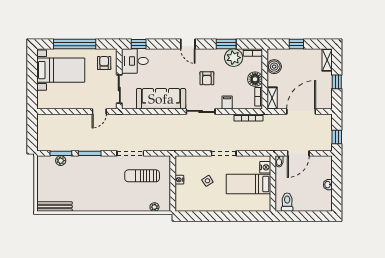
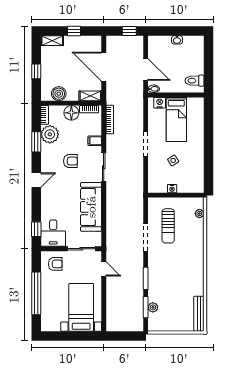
armchair: (104, 63) -> (55, 264), turned 180
bed with nightstands: (61, 70) -> (81, 307), moved

